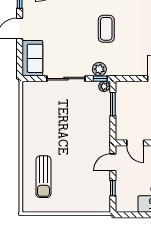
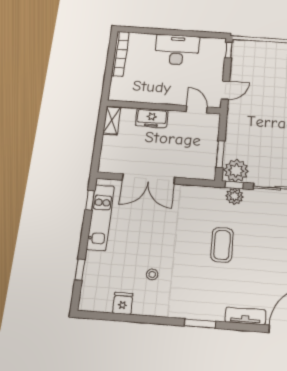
plant: (104, 86) -> (236, 171), width x1.87, depth x1.87
window: (113, 188) -> (229, 50), moved

